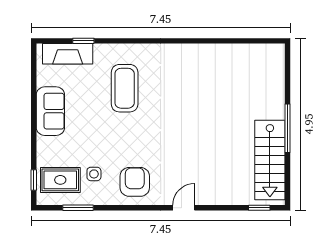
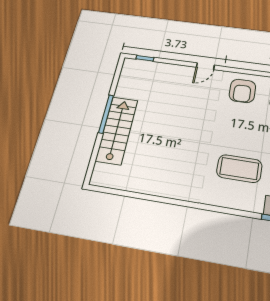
coffee table: (125, 88) -> (239, 169), turned 90
stairs: (270, 160) -> (117, 130), moved

